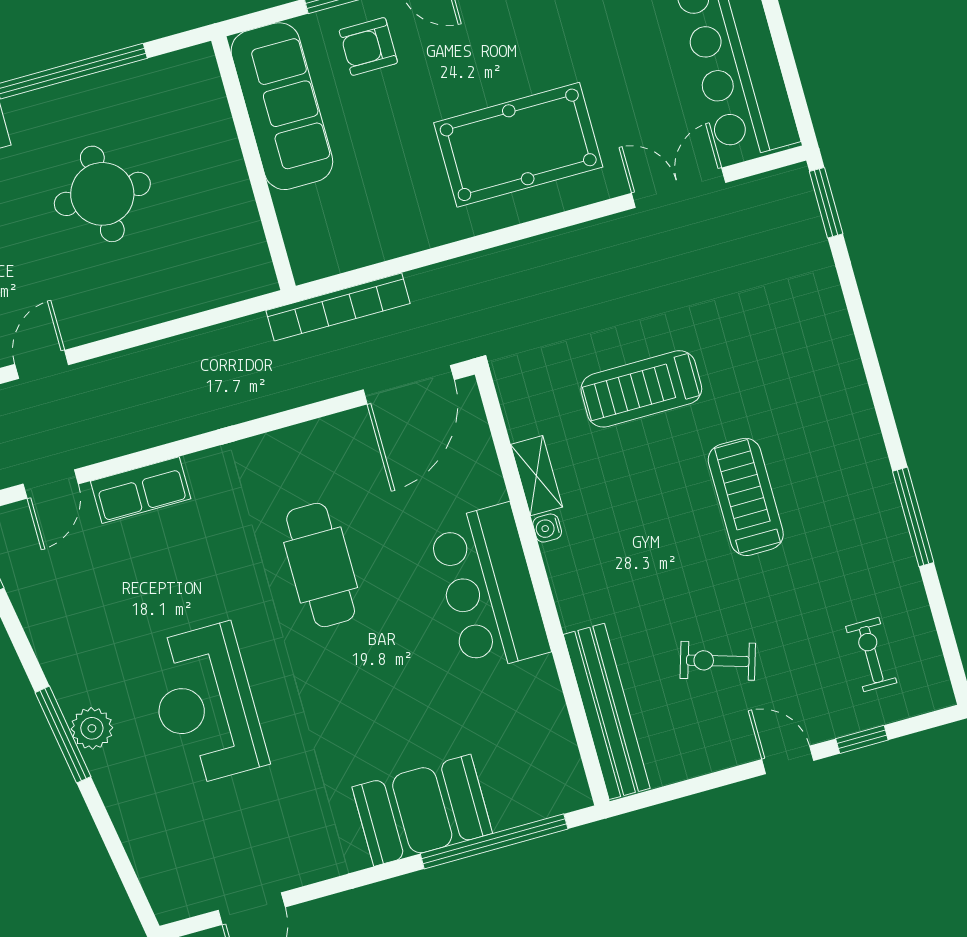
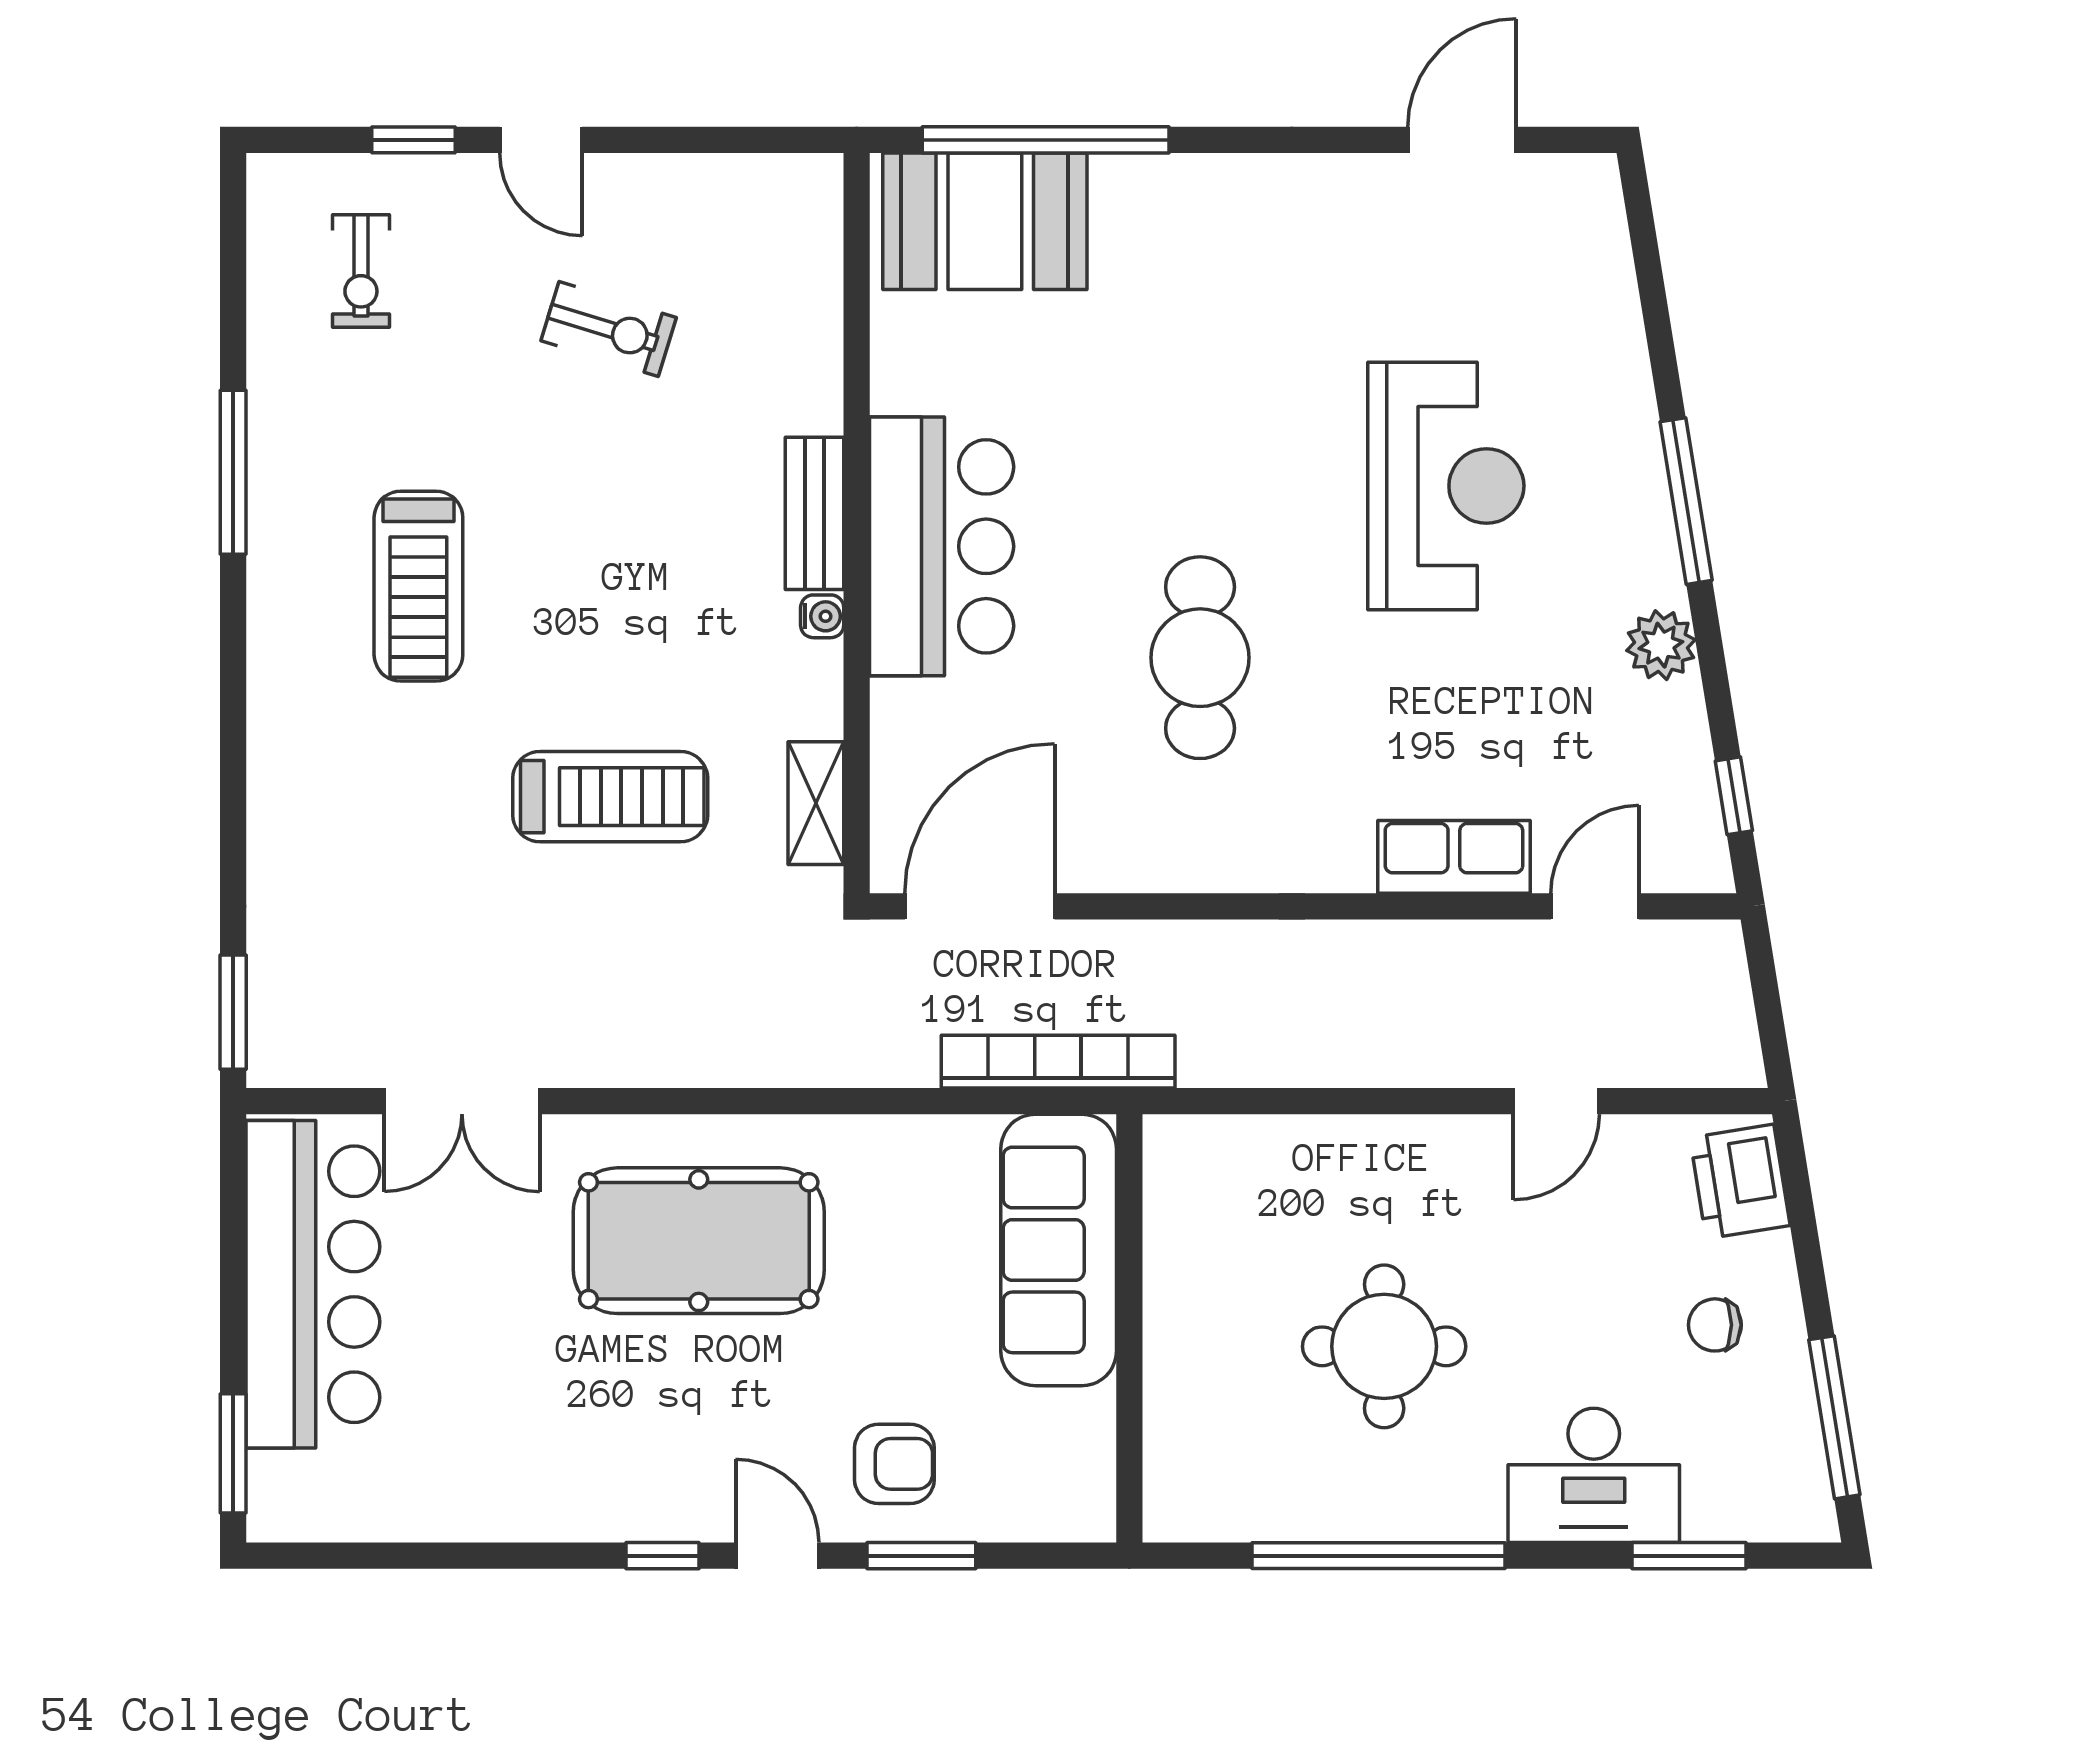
sofa: (282, 106) -> (1059, 1250), moved
shelving: (537, 476) -> (816, 803), moved
treadmill: (746, 497) -> (418, 586), moved
bench: (607, 711) -> (815, 513), moved, width x0.54, depth x0.82
plant: (92, 728) -> (1661, 645), moved
booth: (422, 810) -> (985, 221), moved

